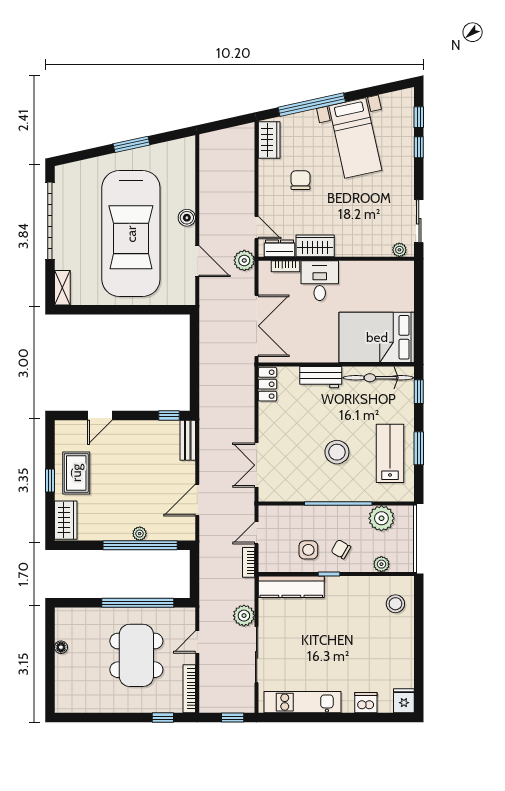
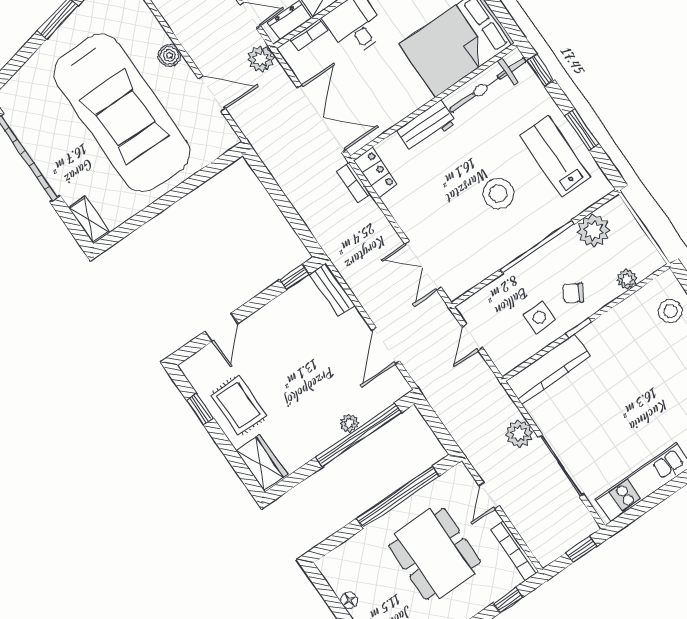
window: (50, 481) -> (200, 409), moved
bookcase: (249, 562) -> (353, 183), moved

